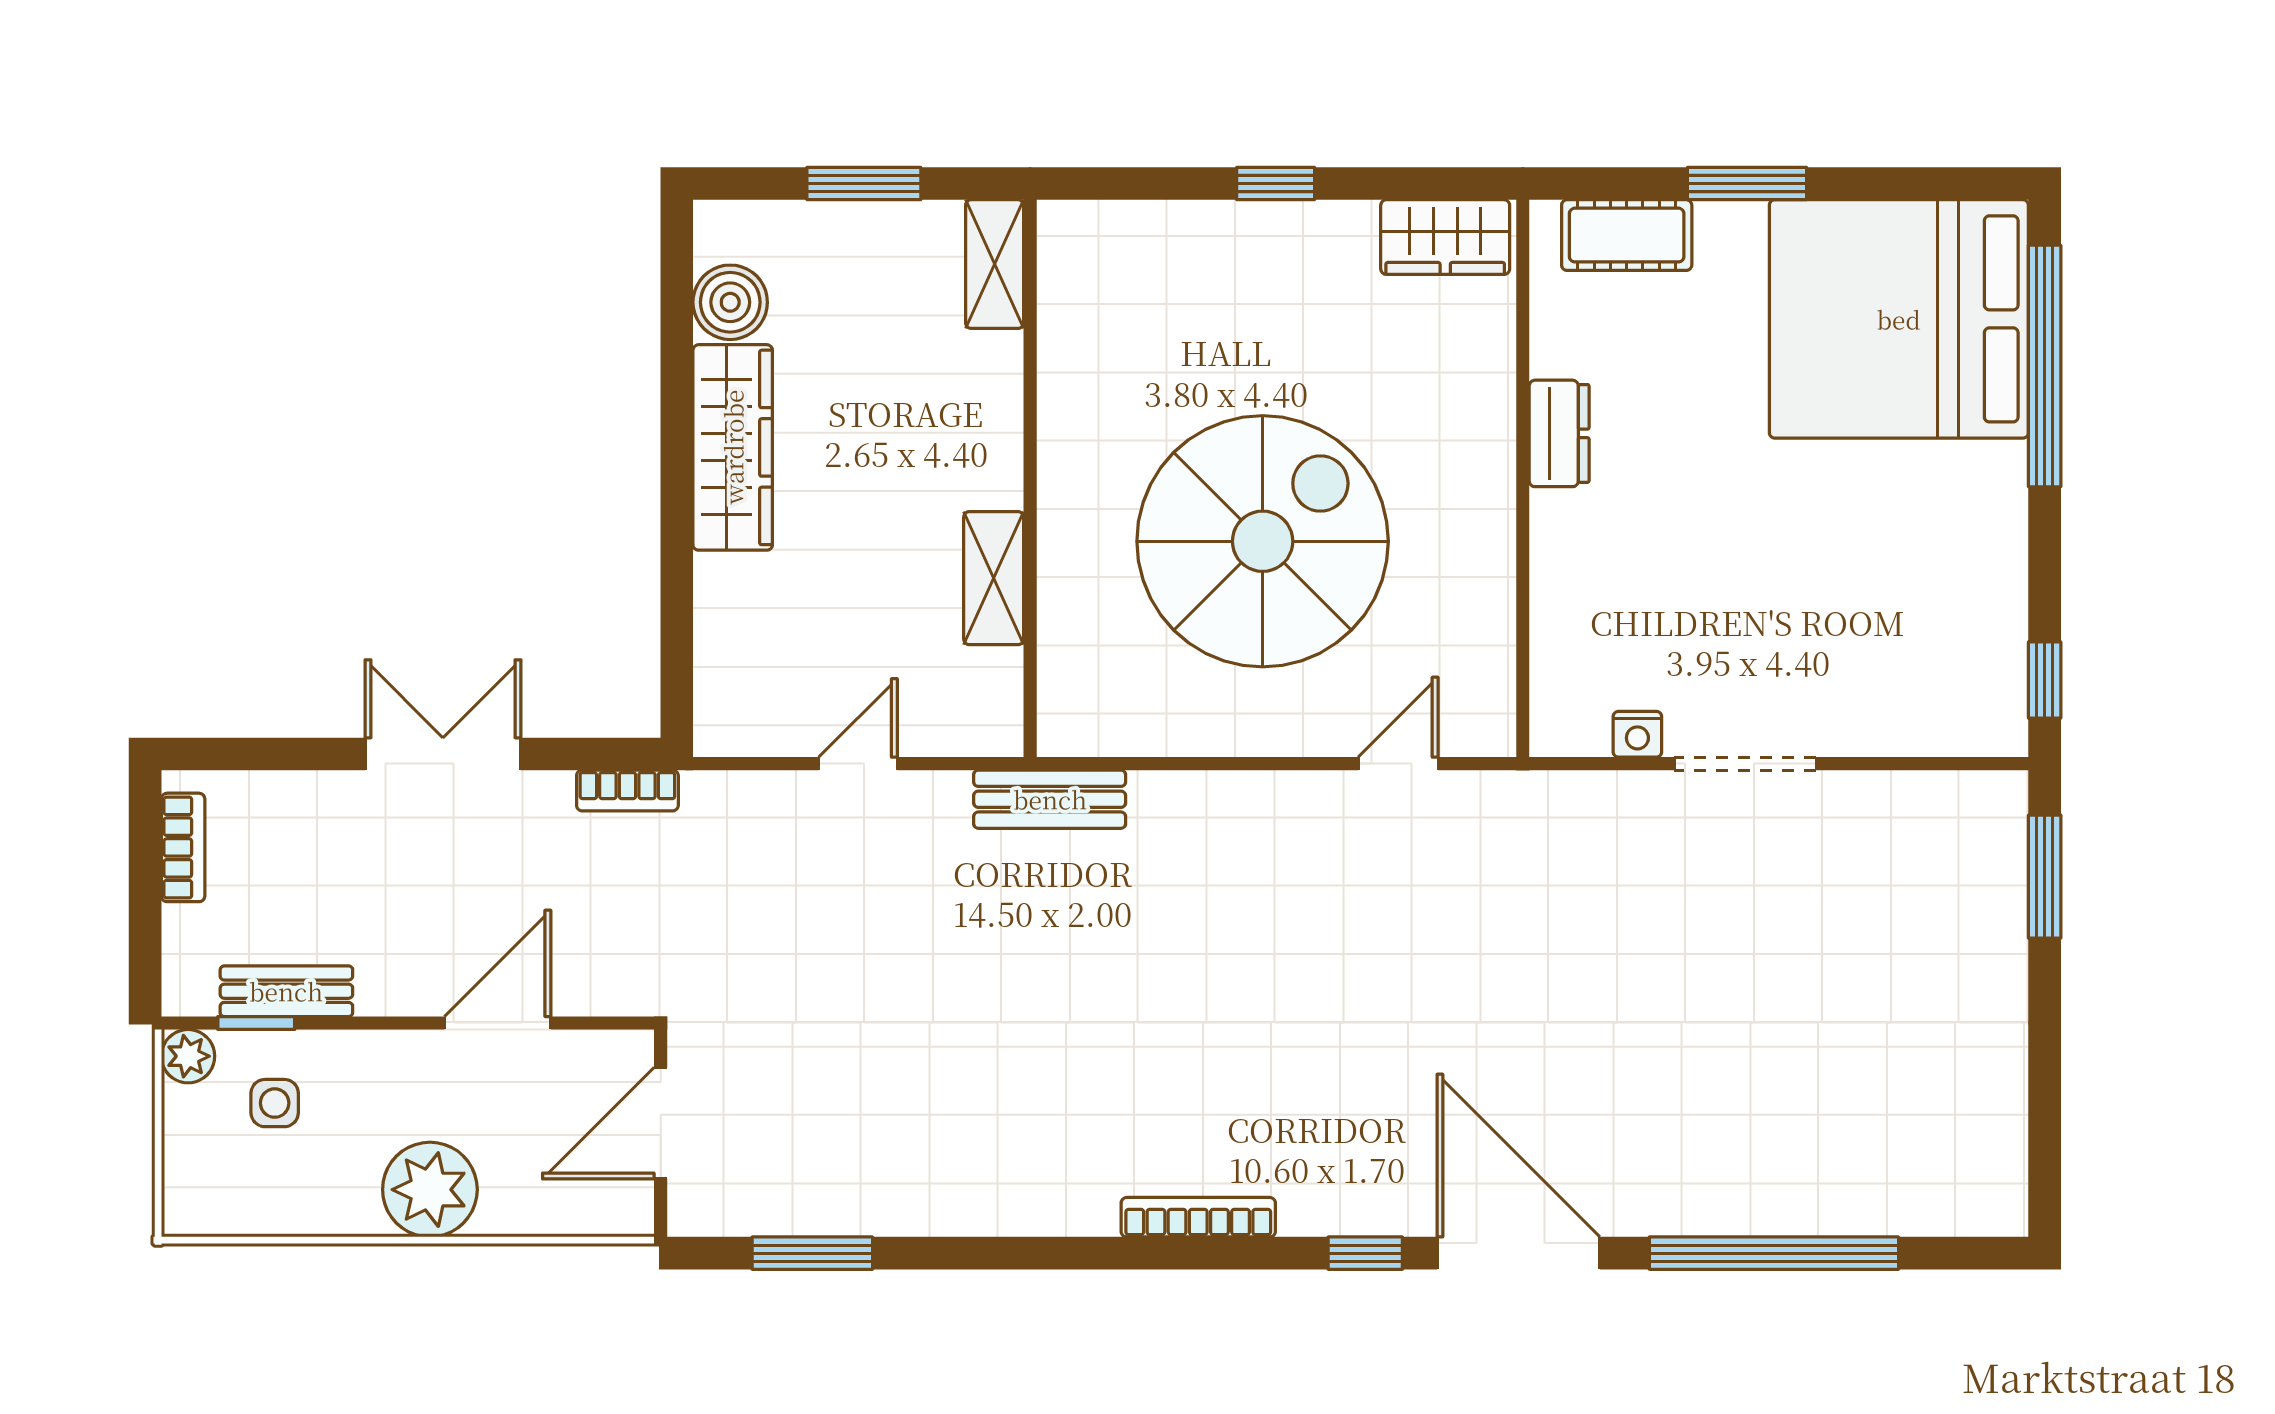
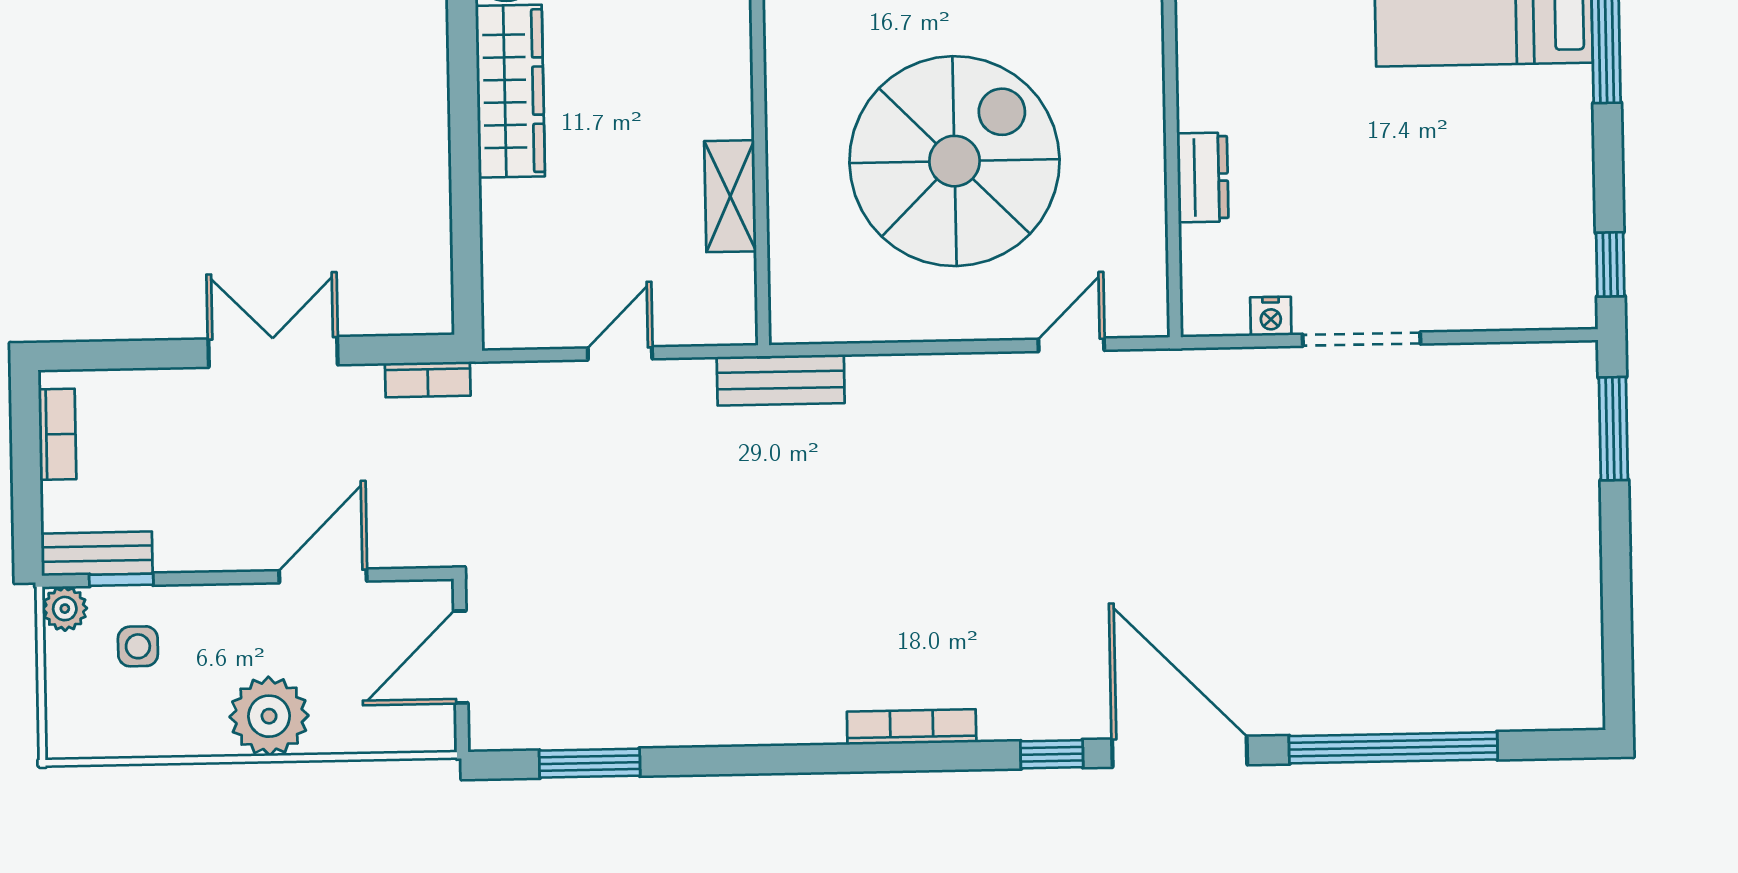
dresser: (1559, 433) -> (1203, 177), moved
bench: (286, 991) -> (97, 554), moved

